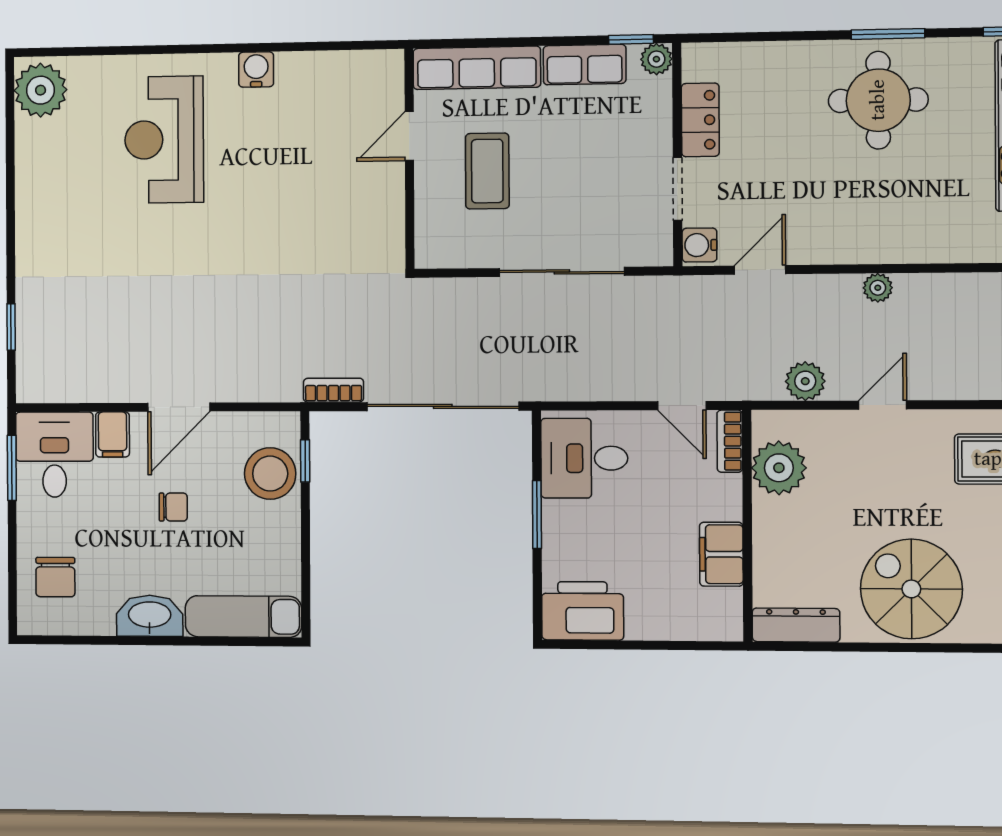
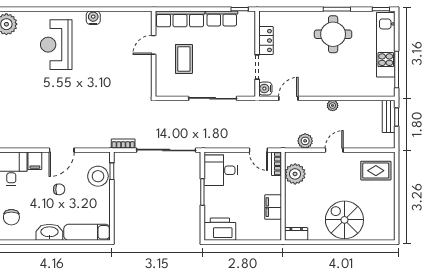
plant: (656, 59) -> (249, 17), removed
dresser: (796, 625) -> (296, 234), width x0.70

